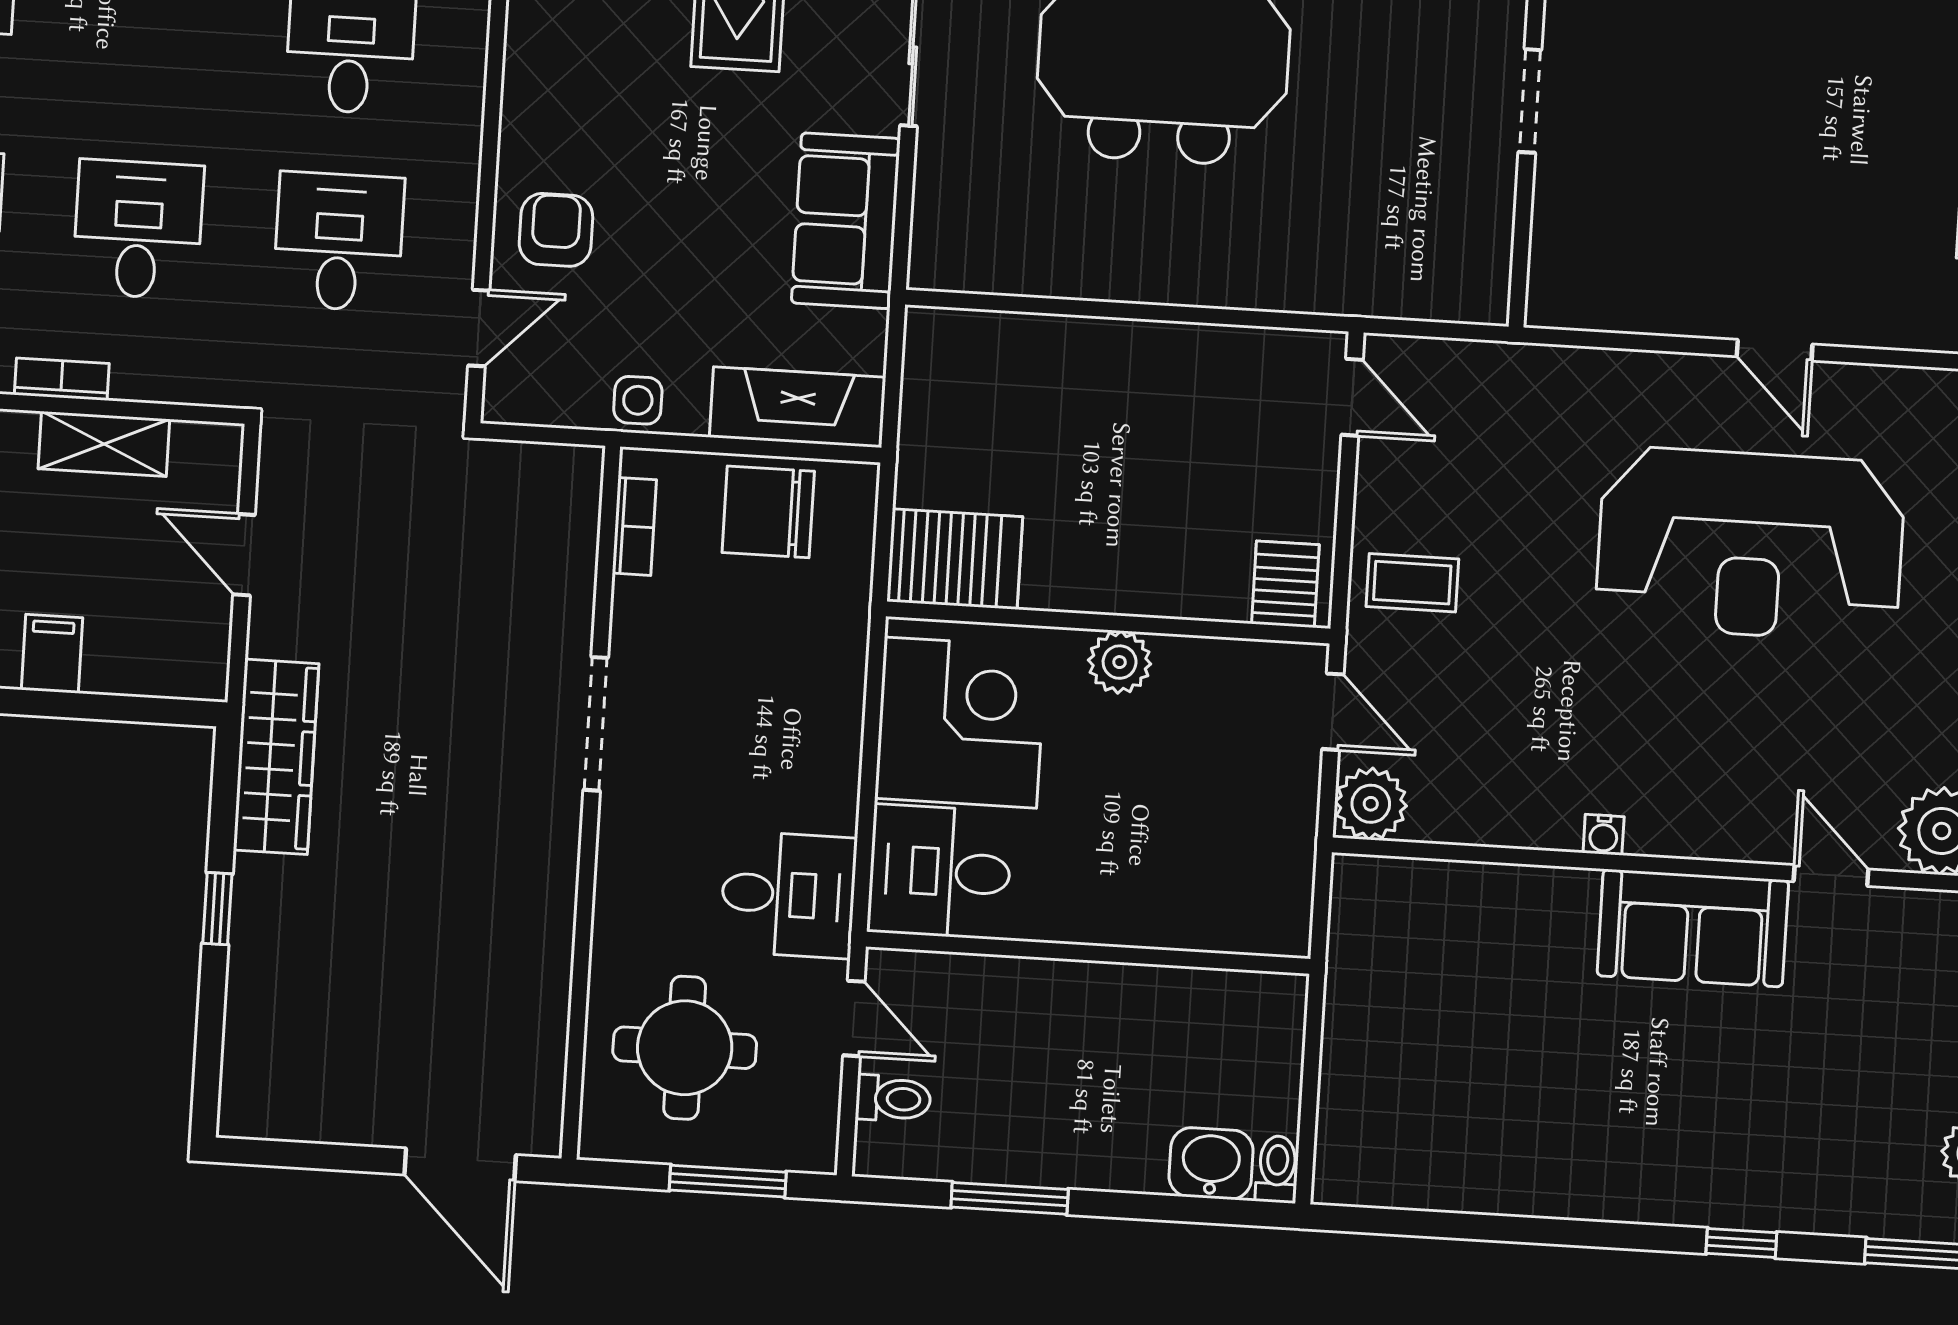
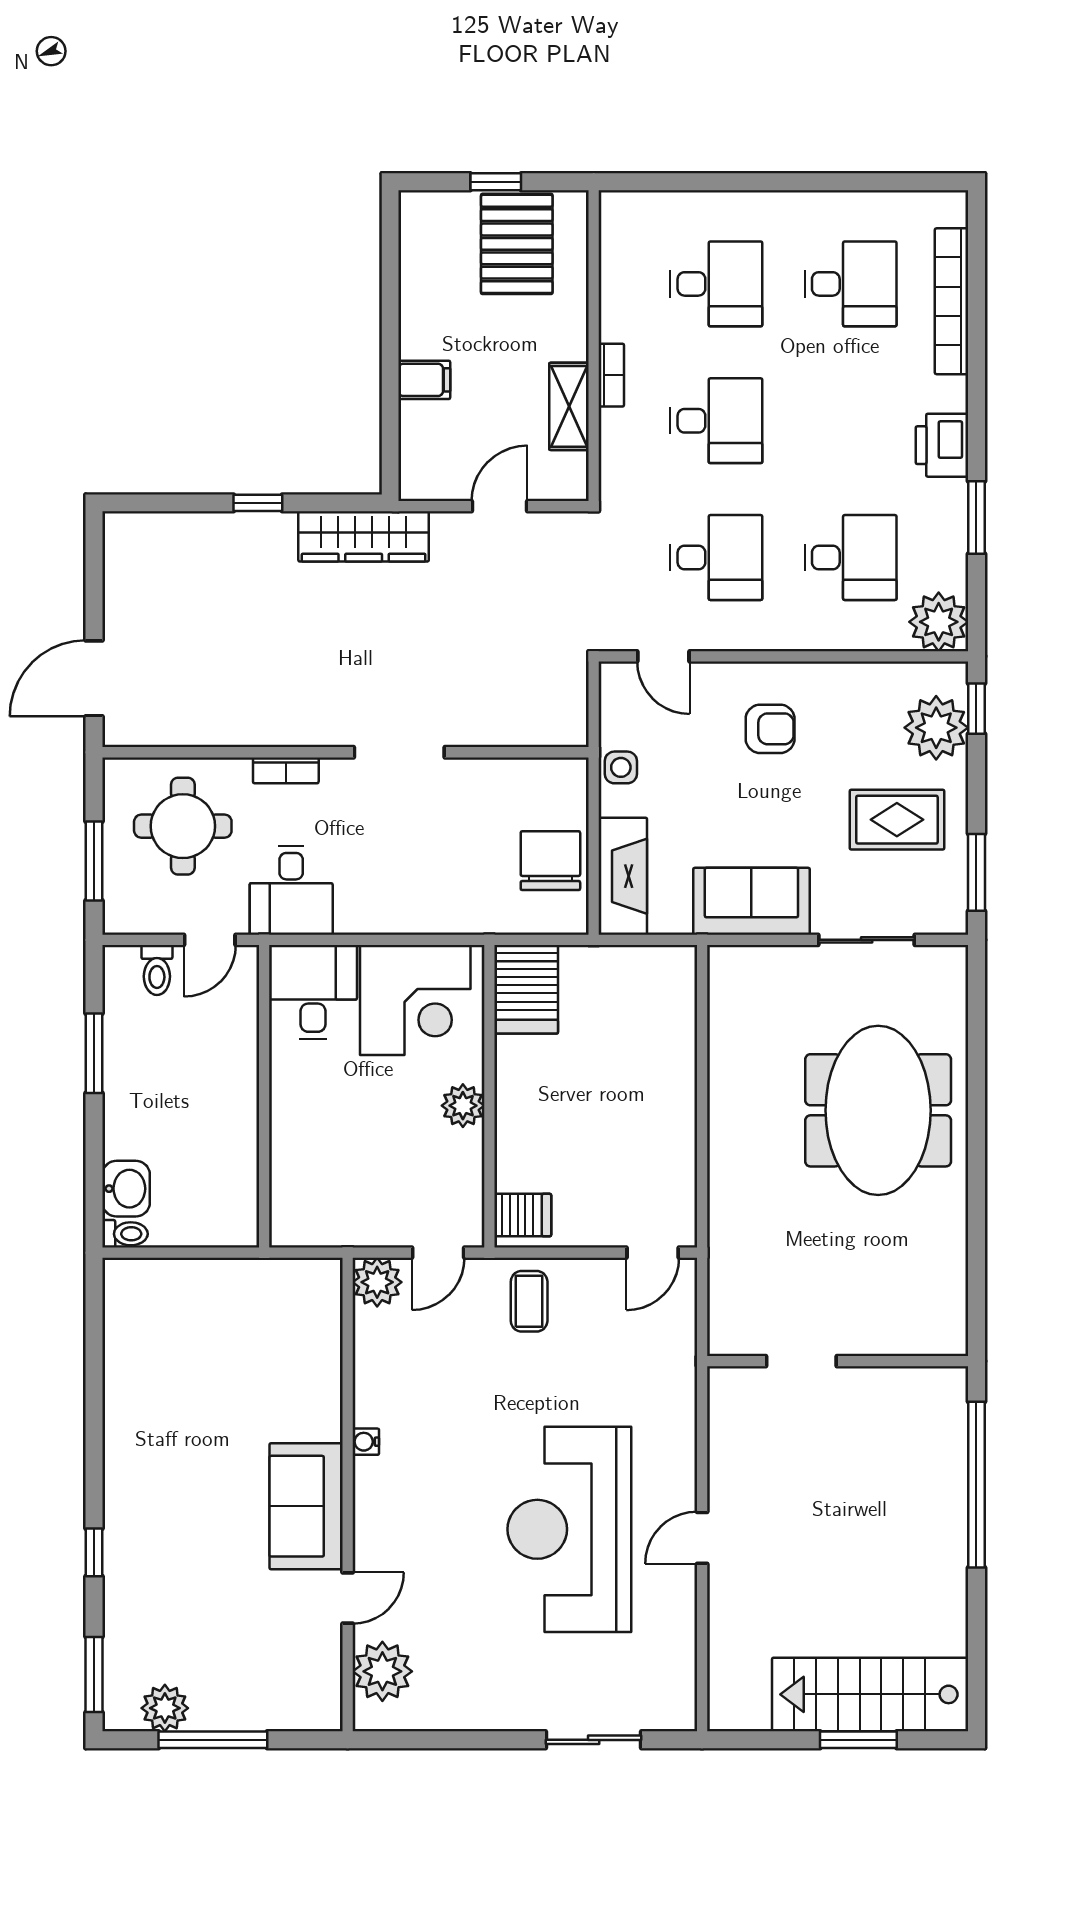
doorway: (1530, 101) -> (801, 1361), moved
armchair: (556, 230) -> (770, 729), moved
bookcase: (634, 526) -> (286, 770), moved

